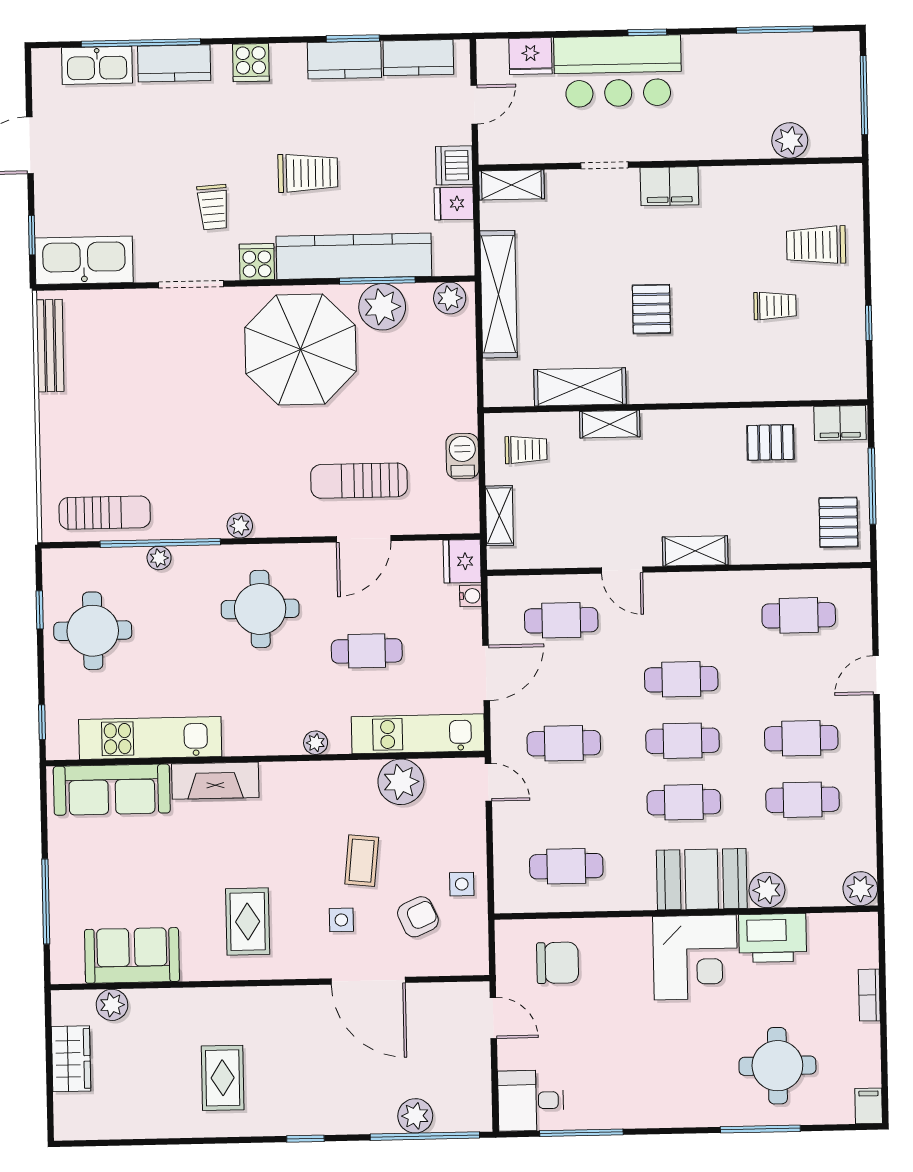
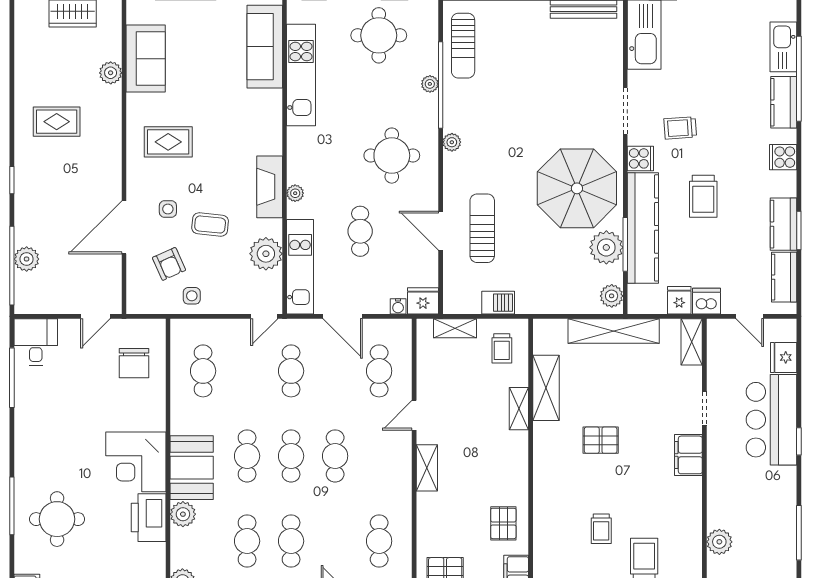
fireplace: (215, 781) -> (270, 187), moved
plant: (112, 1005) -> (111, 73), moved

